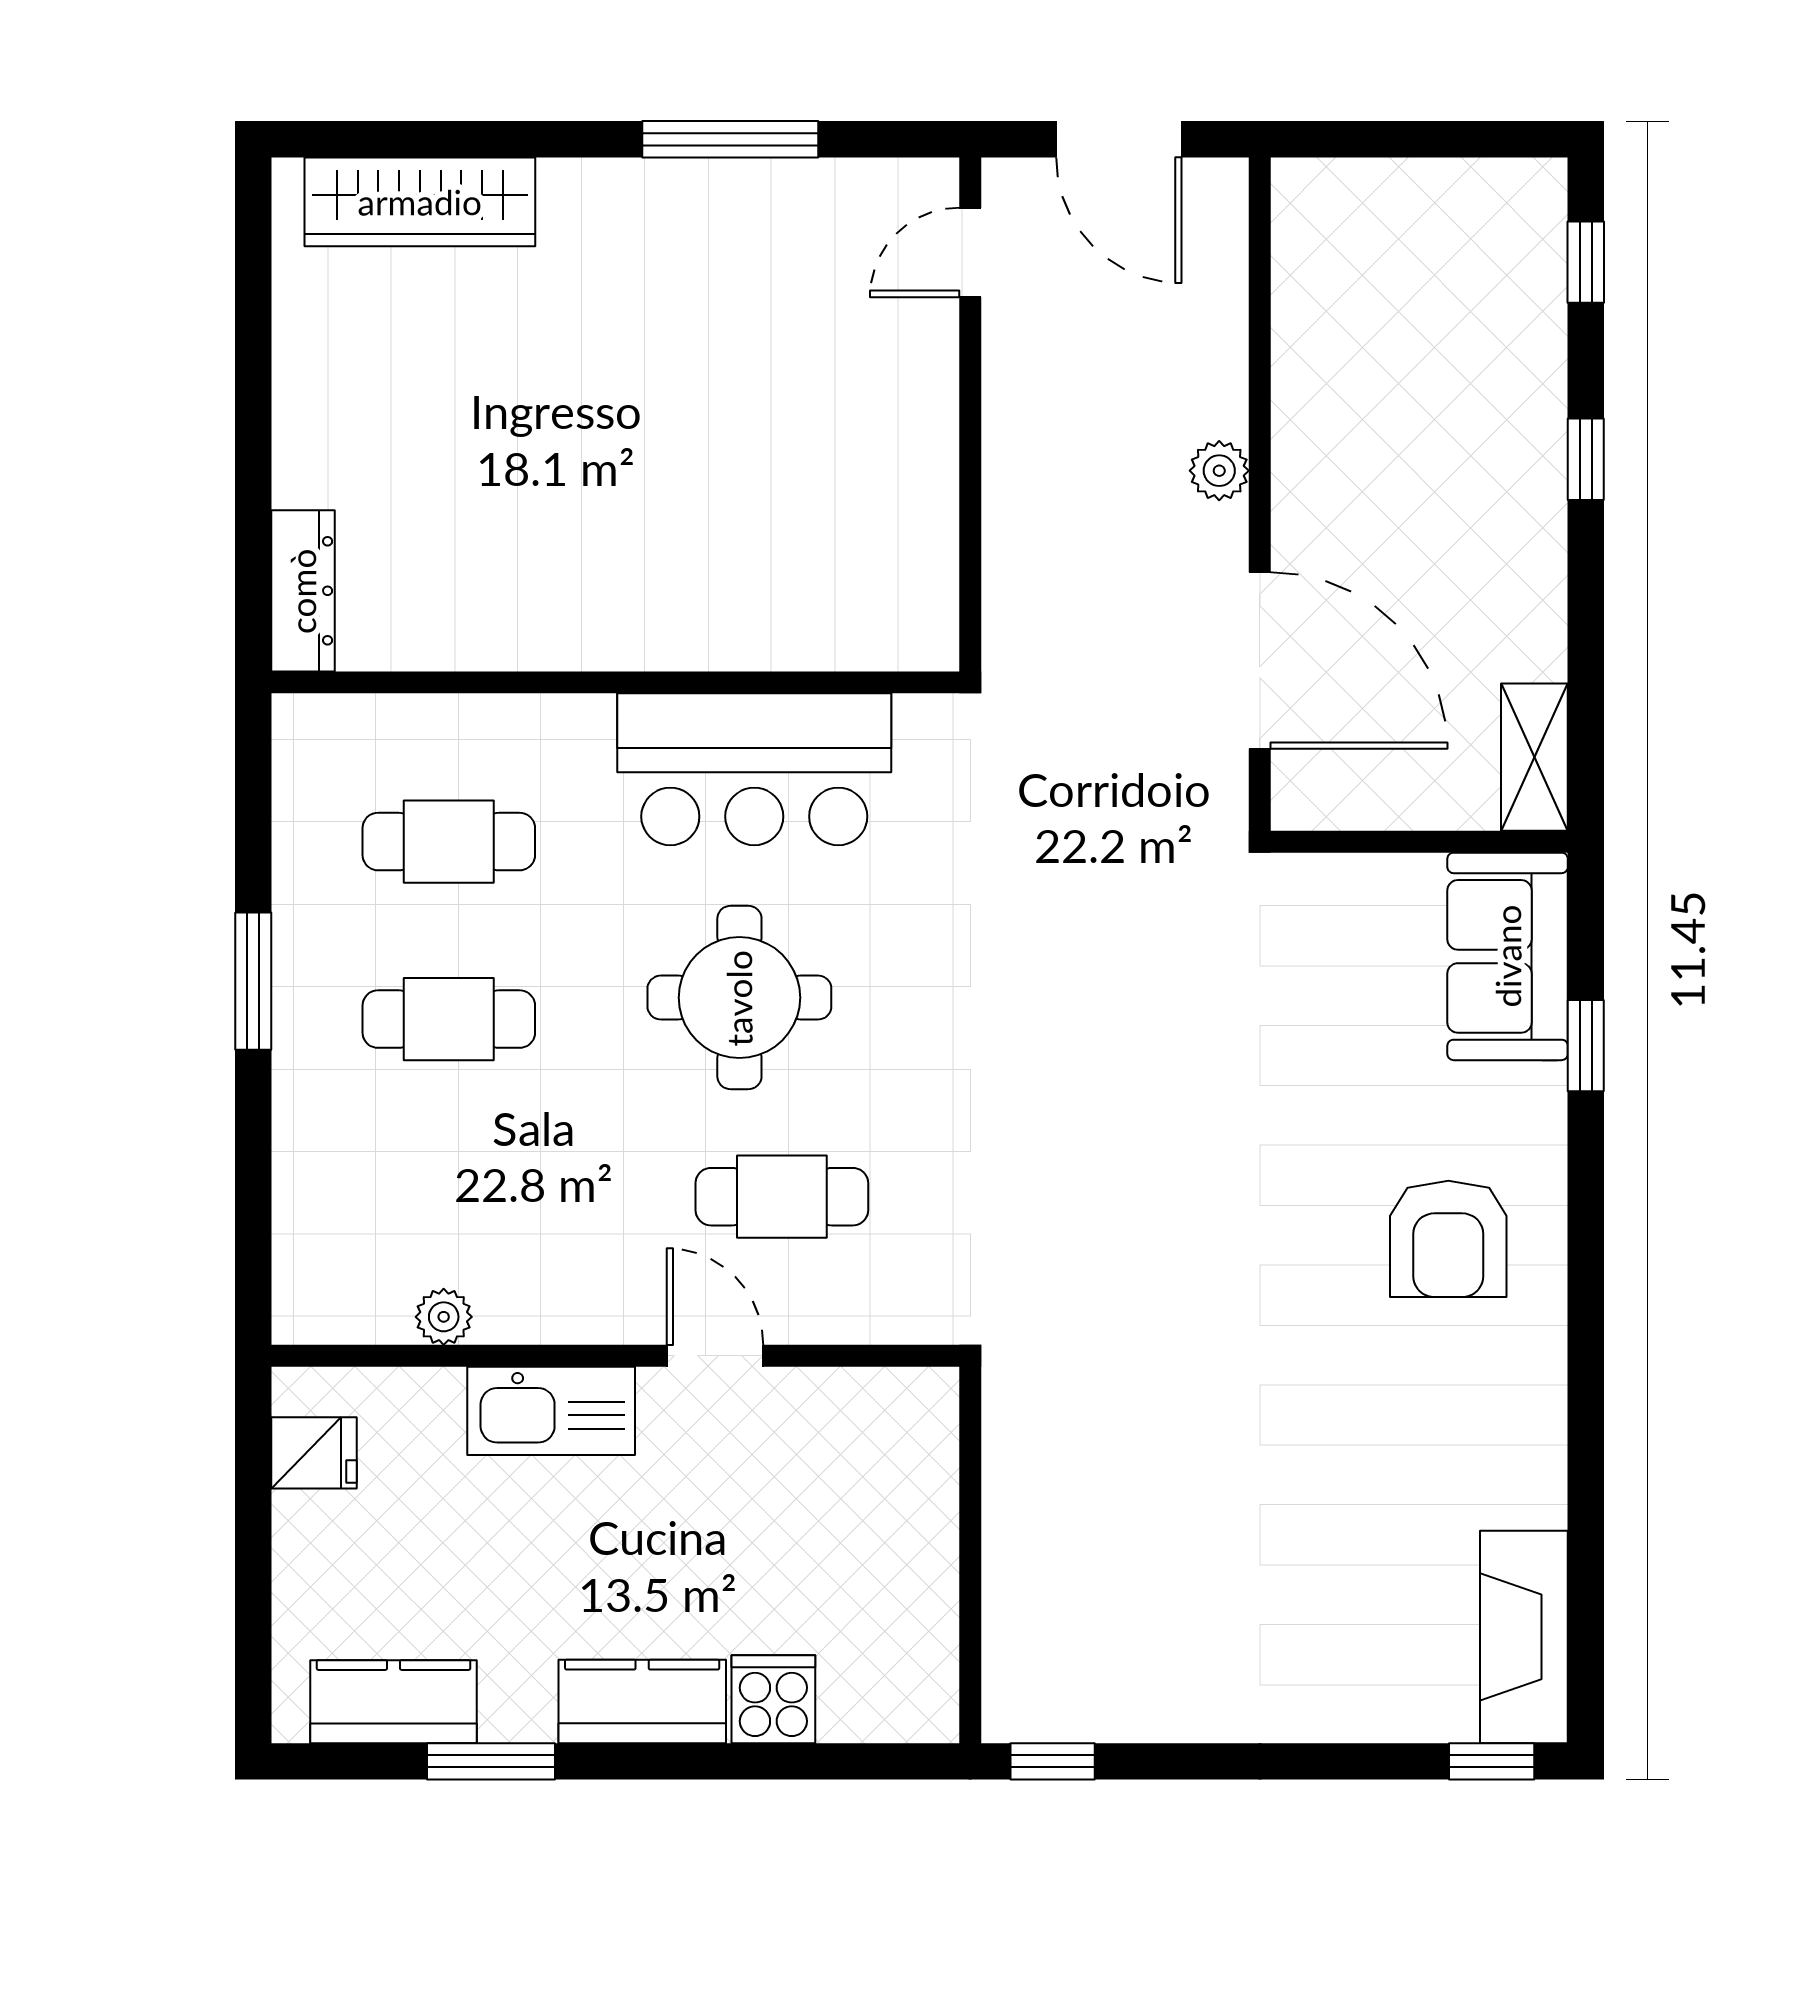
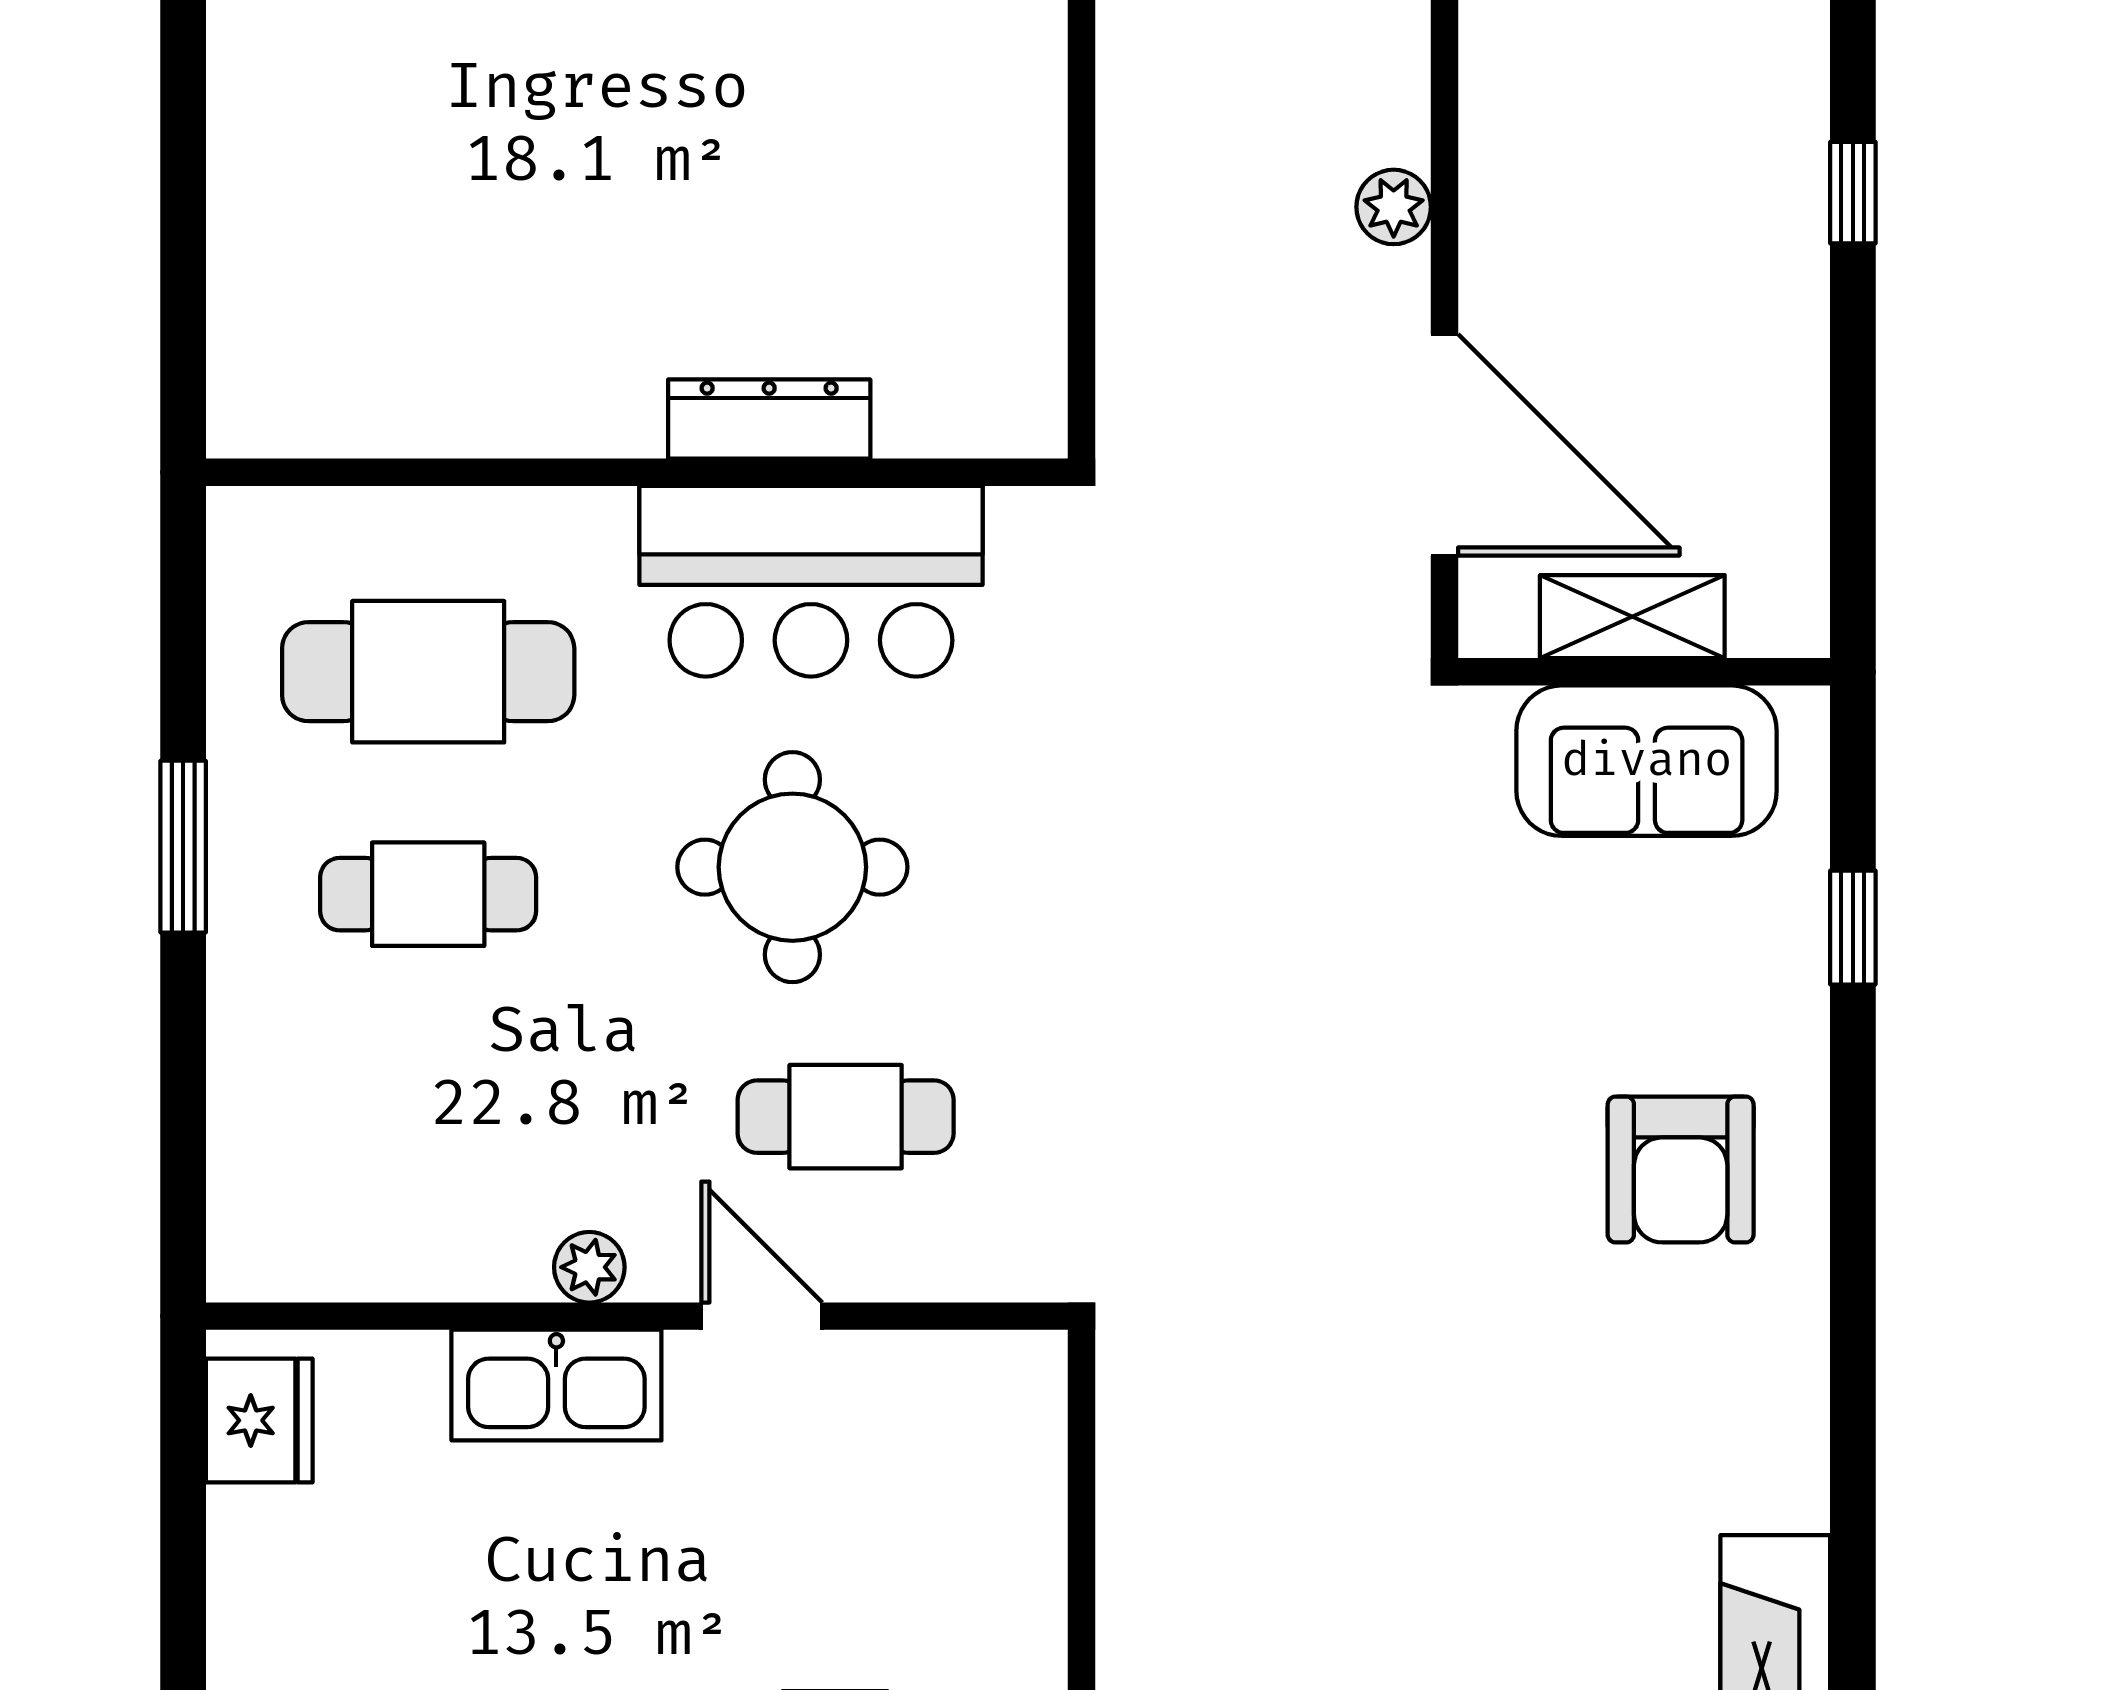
dresser: (303, 591) -> (769, 419), moved, turned -90
shelving: (1534, 757) -> (1632, 617), moved, turned 90
cafe table: (449, 842) -> (428, 672), width x1.37, depth x1.35
sofa: (1508, 956) -> (1647, 761), moved, turned -90
plant: (444, 1317) -> (589, 1267), moved
fridge: (314, 1453) -> (259, 1420), width x1.38

